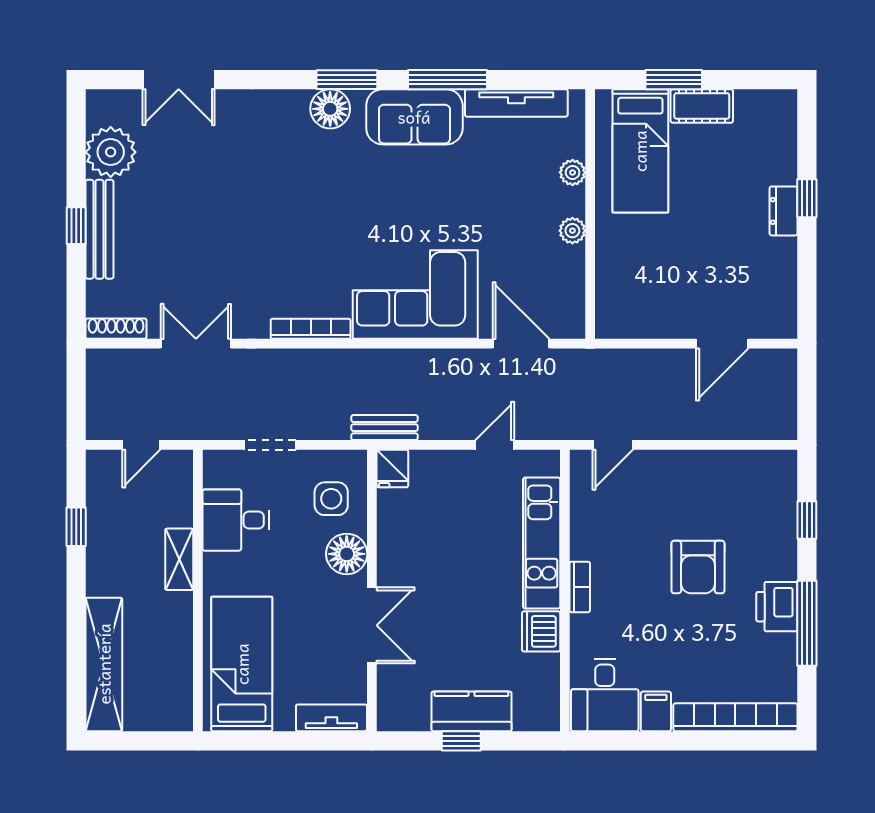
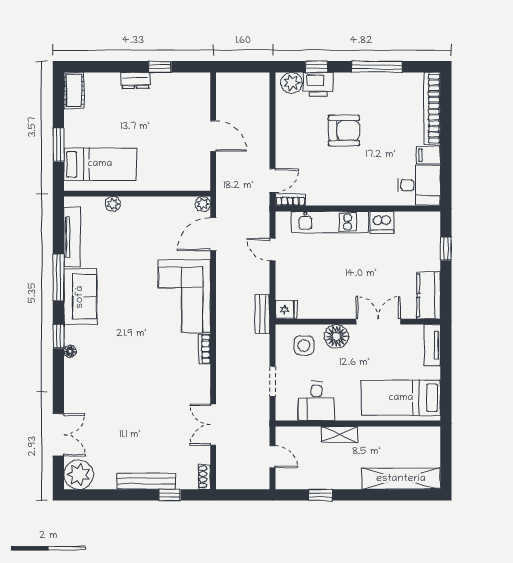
window: (347, 80) -> (58, 336), width x0.67
cot: (702, 106) -> (74, 91), moved
floor lamp: (330, 109) -> (70, 351), width x0.53, depth x0.53
plant: (111, 152) -> (79, 475), moved
window: (807, 198) -> (160, 67), moved
window: (76, 226) -> (170, 495), moved
plant: (572, 231) -> (203, 204), moved
shoe rack: (116, 329) -> (204, 477), width x0.70
bookcase: (311, 329) -> (204, 349), width x0.64
door: (722, 344) -> (213, 136), moved
door: (613, 445) -> (273, 180), hinge flipped
plant: (779, 477) -> (292, 83), added
bookcase: (580, 587) -> (290, 200), moved
printer: (777, 607) -> (318, 84), moved
kitchen counter: (471, 711) -> (429, 295), moved
window: (461, 741) -> (446, 249), moved

